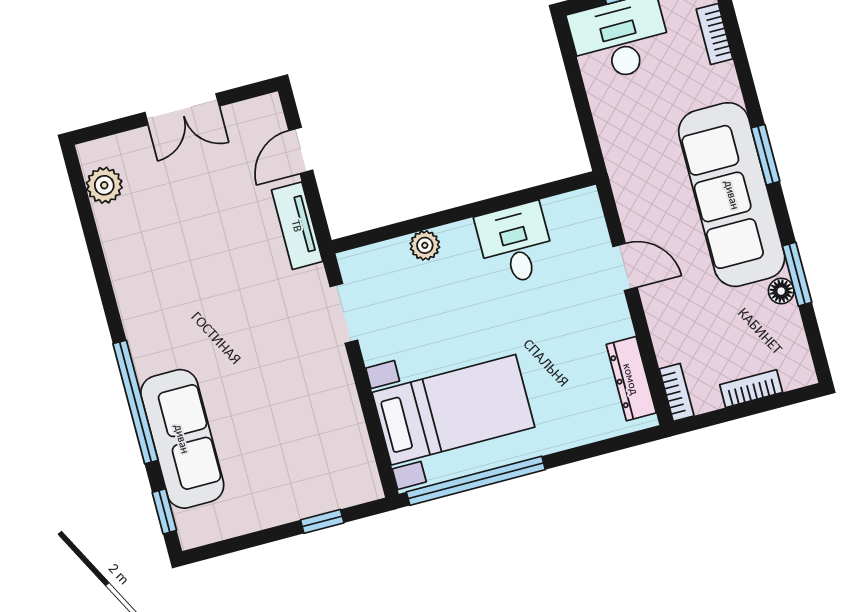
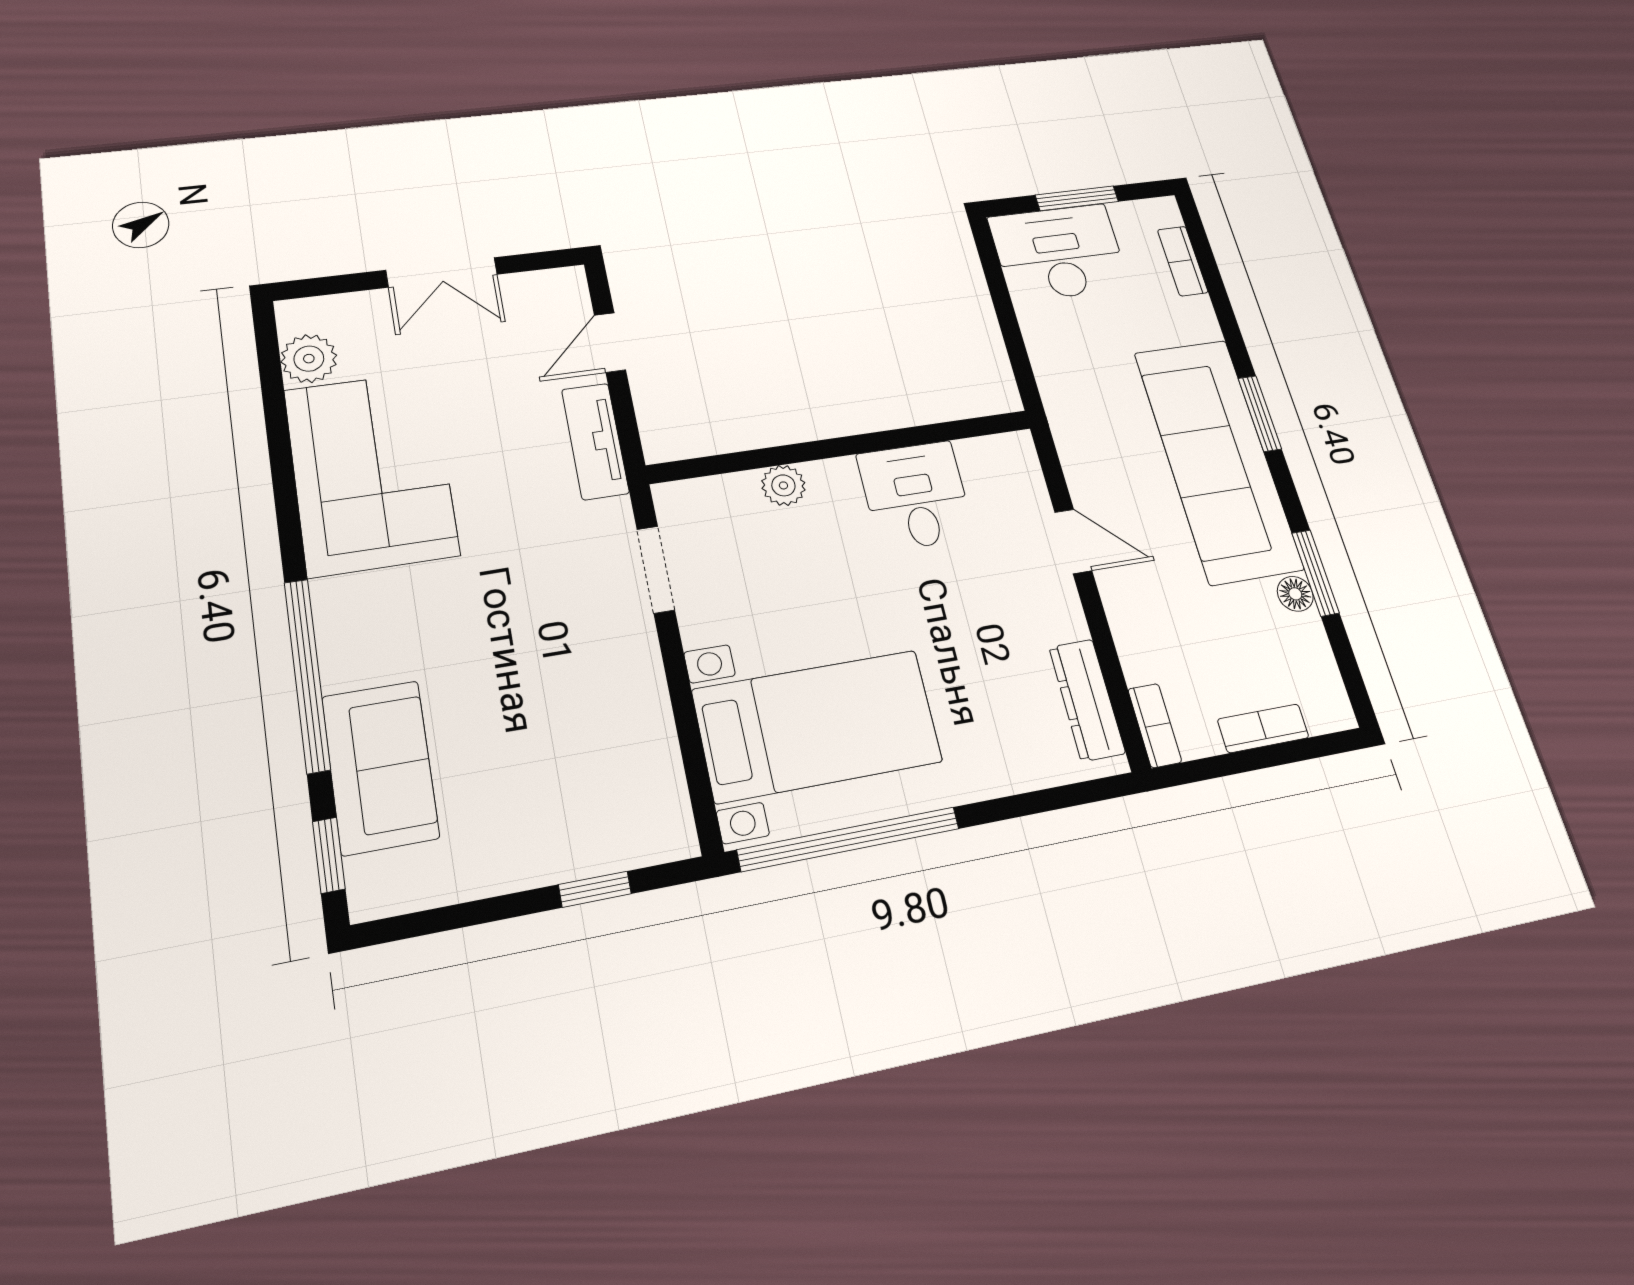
corner sofa: (155, 263) -> (371, 472), added
sofa: (182, 439) -> (380, 767), width x0.73

